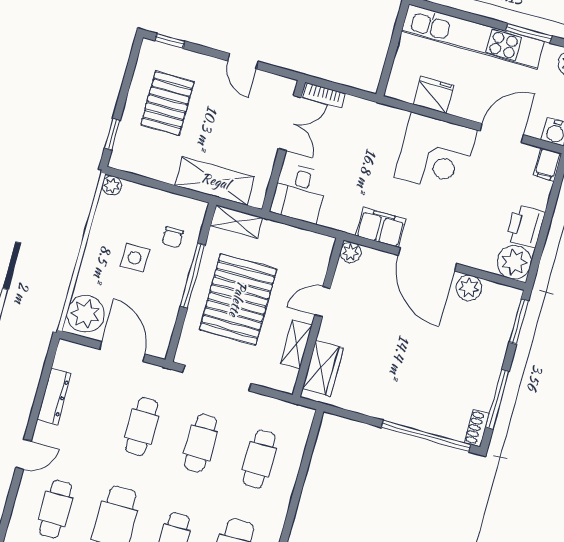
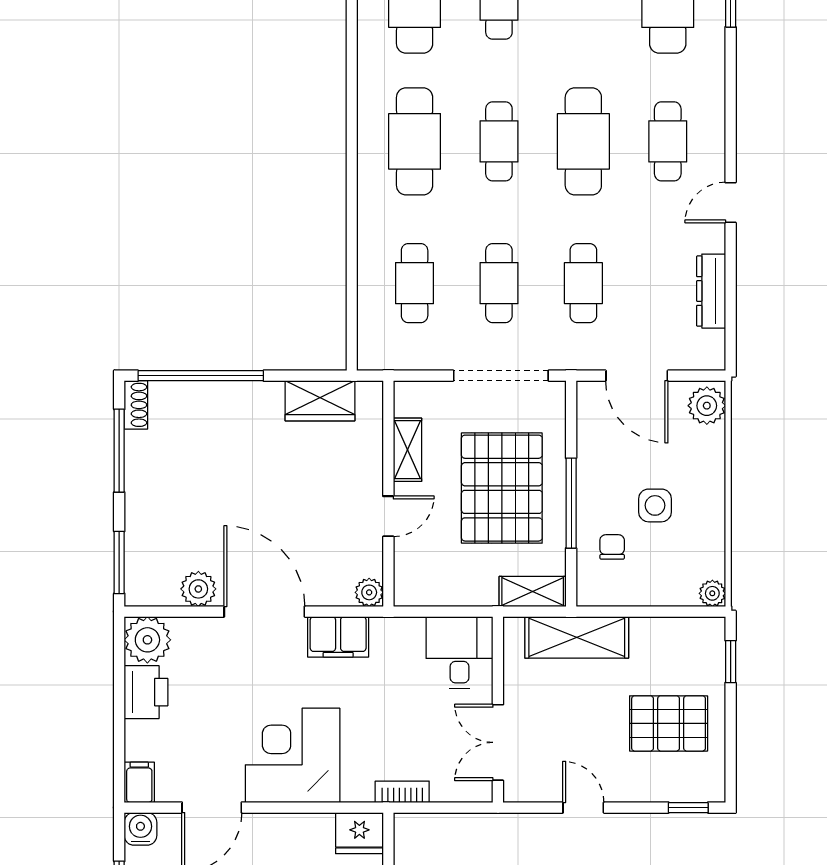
fridge: (434, 95) -> (359, 833), moved
bookcase: (324, 96) -> (402, 792), moved
pallet: (167, 103) -> (669, 723), turned 90
plant: (85, 314) -> (707, 406), width x0.73, depth x0.73
wardrobe: (323, 368) -> (320, 401), moved, turned -90

